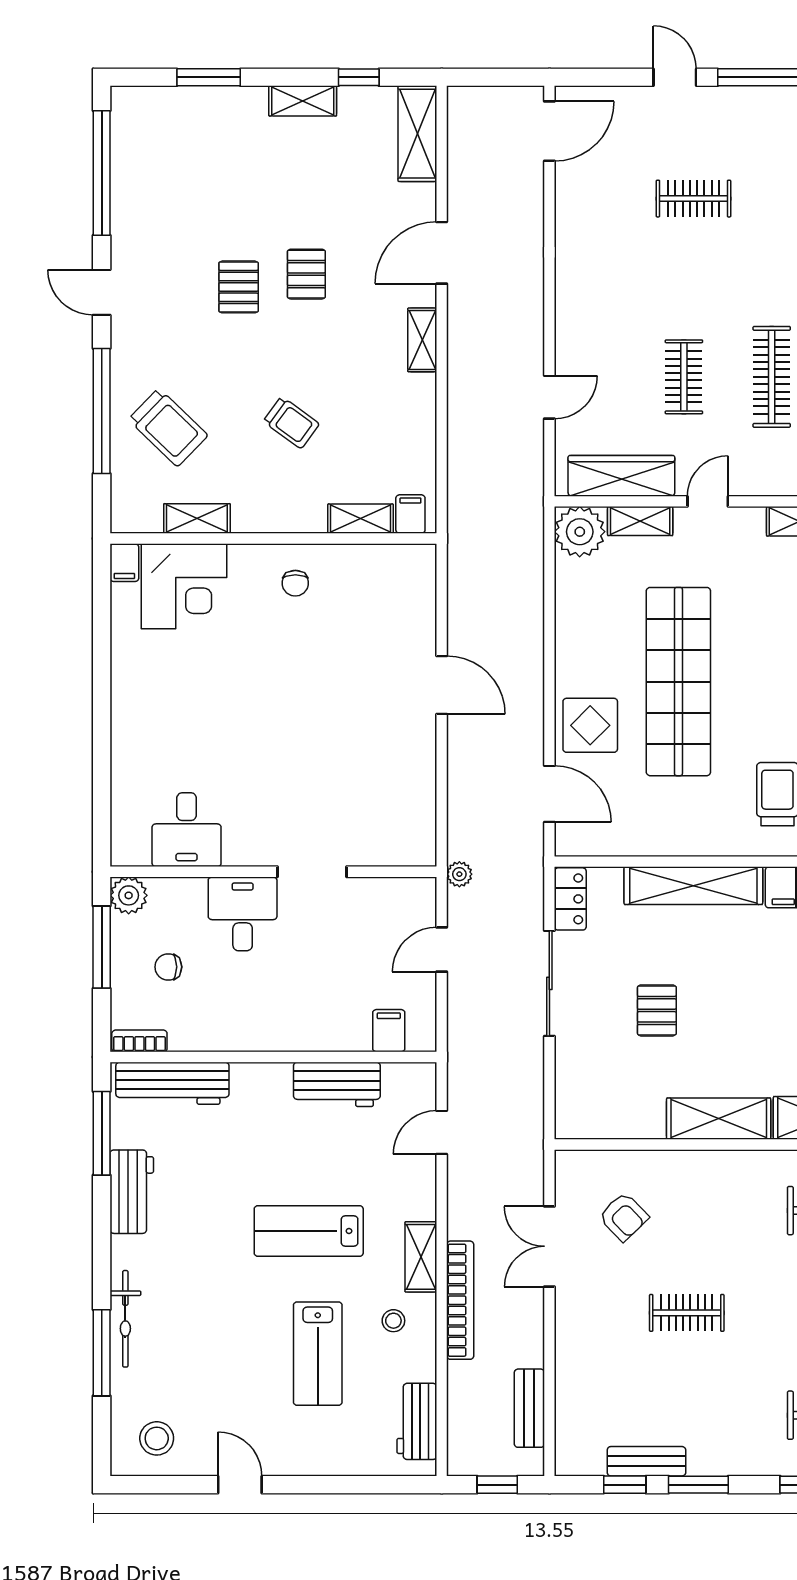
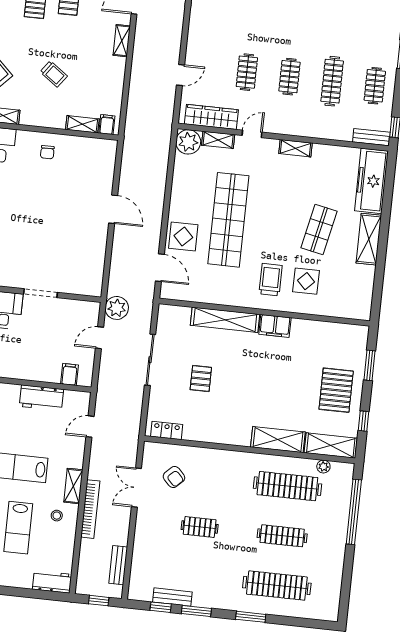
clothes rail: (772, 377) -> (289, 77), width x0.73
plant: (459, 874) -> (117, 308), width x1.88, depth x1.88
locker: (570, 899) -> (167, 430), moved, turned -90
shelving: (719, 1119) -> (225, 434), removed
workbench: (417, 1421) -> (52, 582), moved, turned 90

